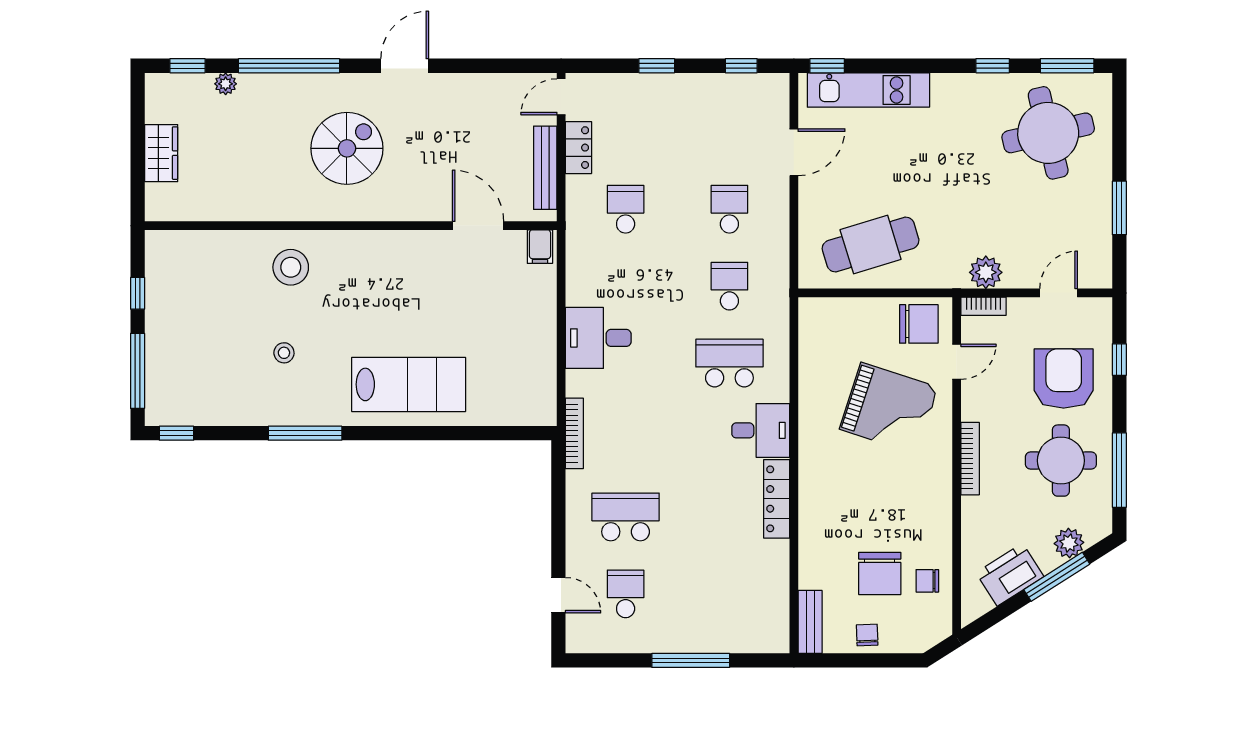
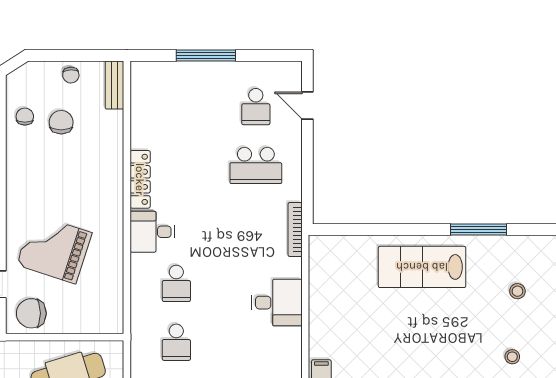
stool: (291, 267) -> (512, 357), width x0.53, depth x0.53
school desk: (729, 363) -> (176, 283), width x0.54
window: (305, 433) -> (478, 230), moved
chair: (880, 573) -> (61, 122), width x0.73, depth x0.73
chair: (927, 581) -> (25, 117), turned -90

